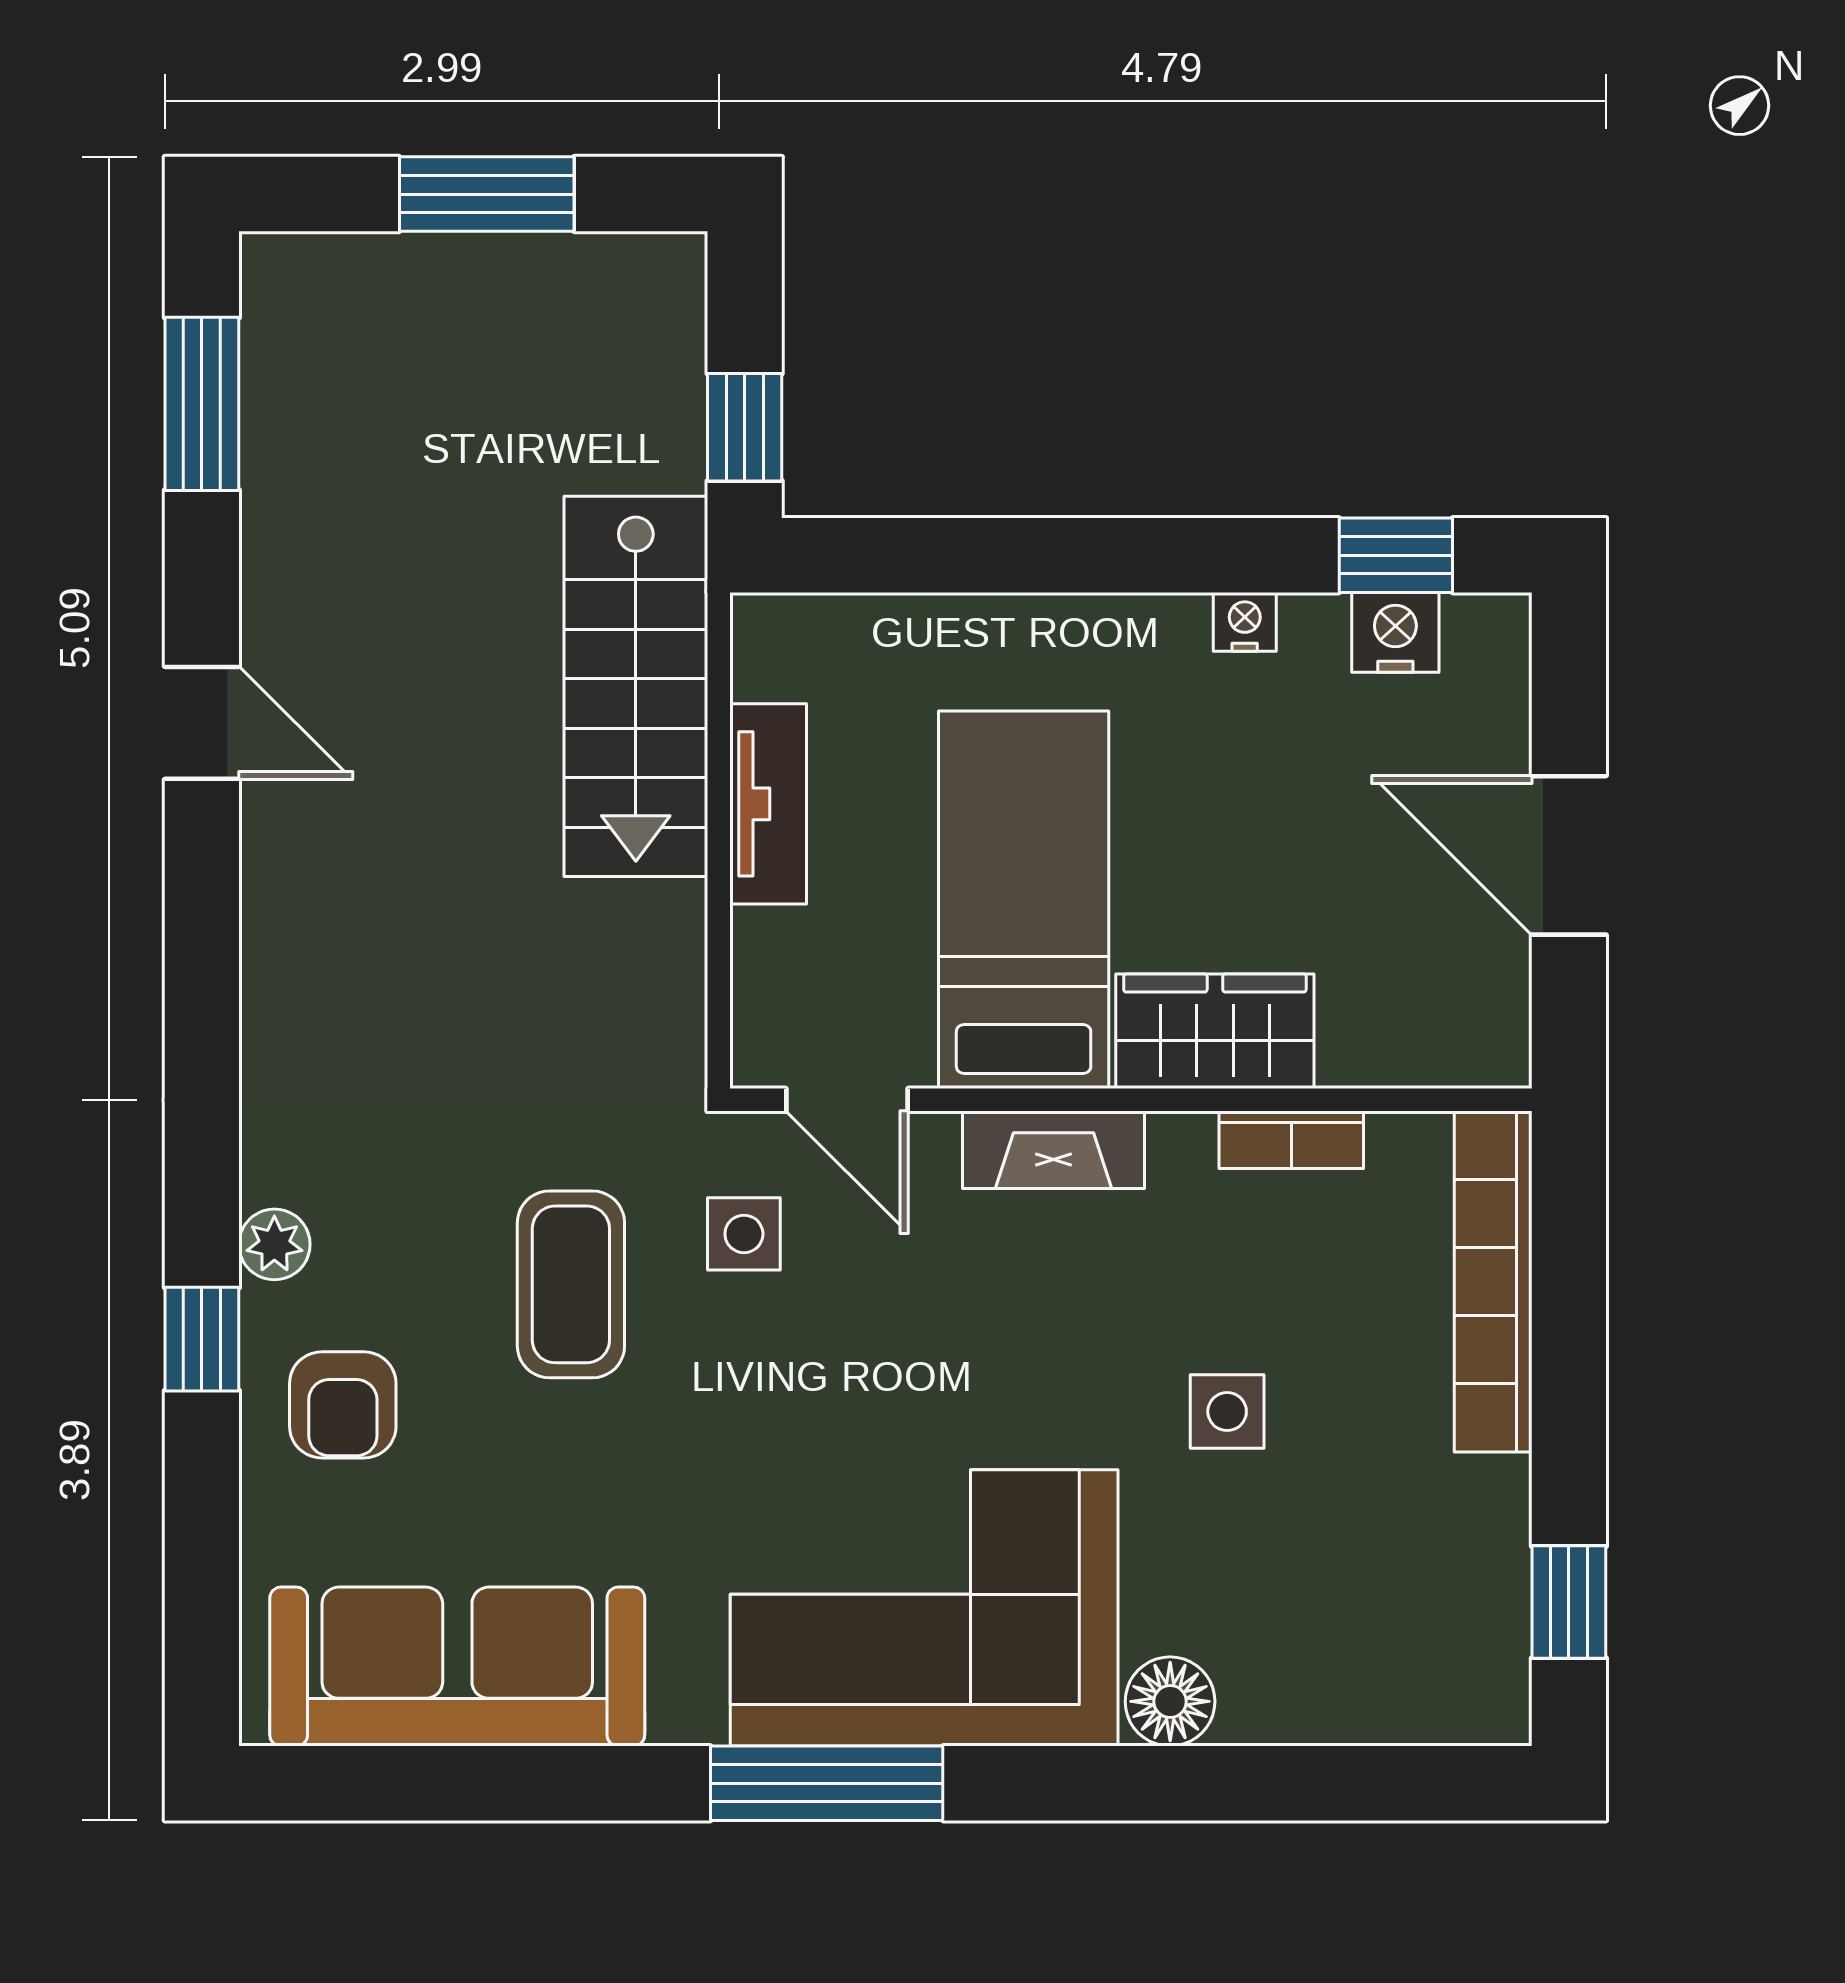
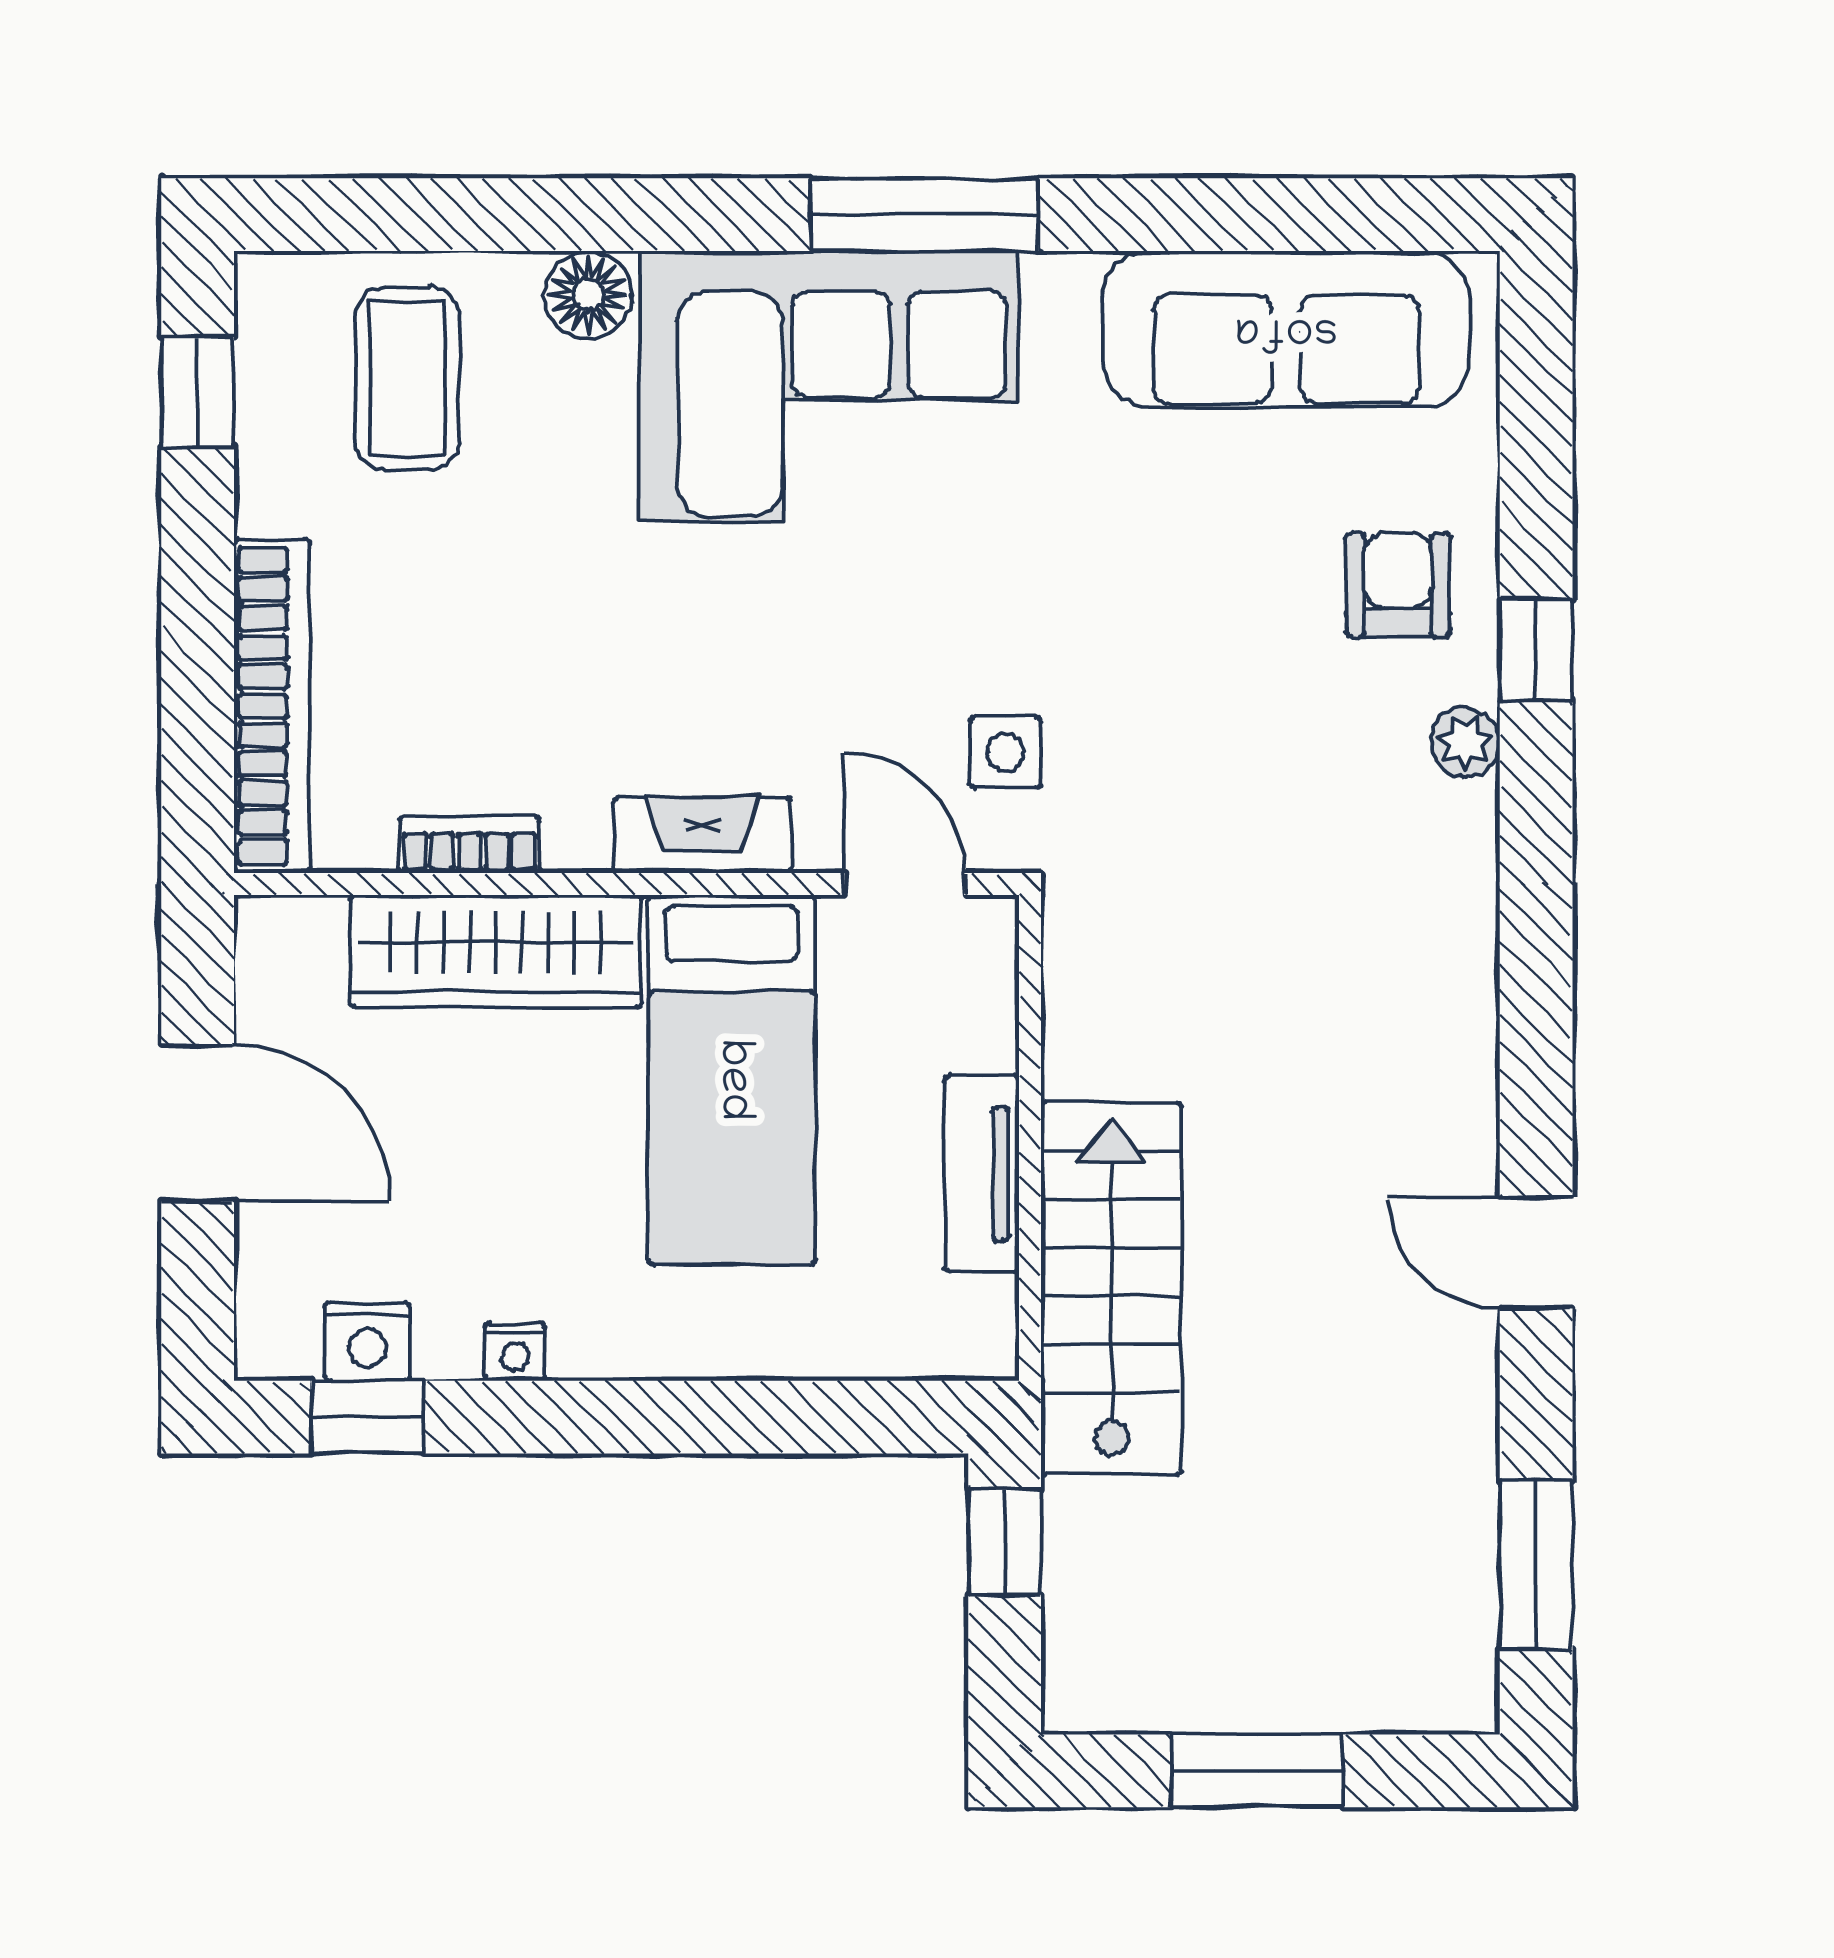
wardrobe: (1215, 1031) -> (496, 951), width x1.50
coffee table: (571, 1284) -> (407, 378), moved
side table: (1227, 1412) -> (532, 579), removed

